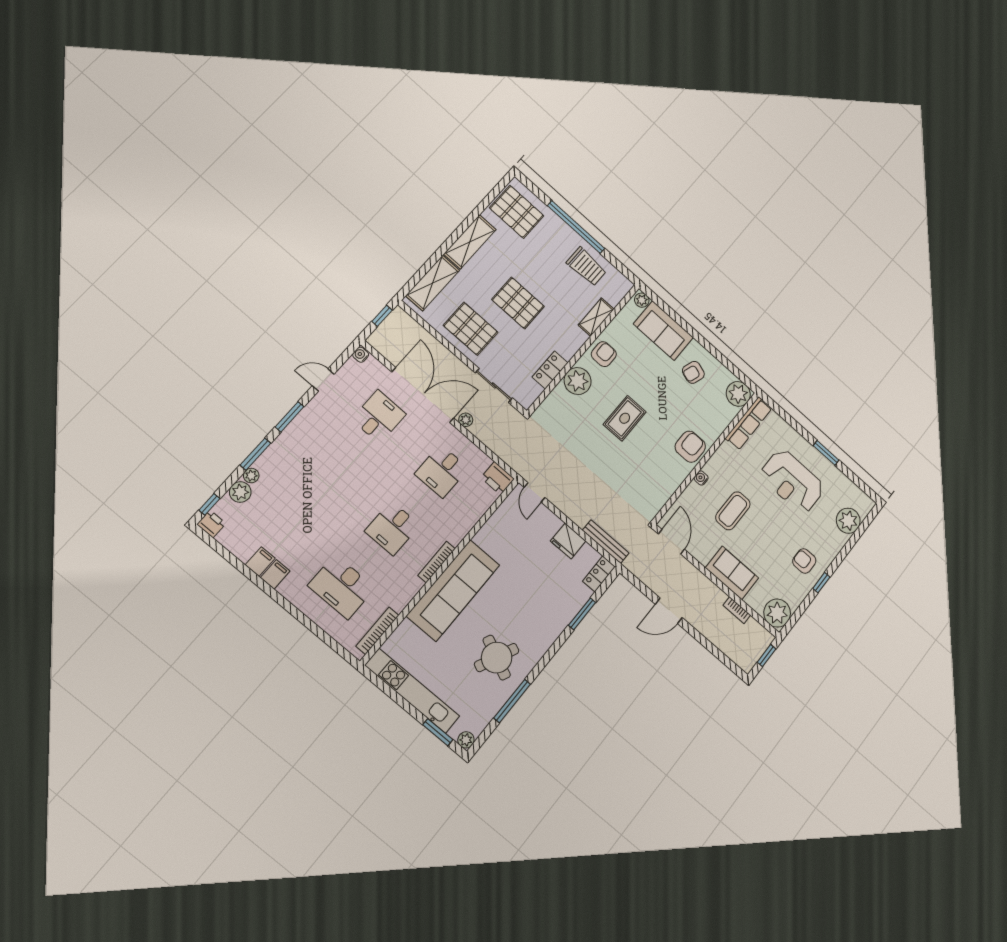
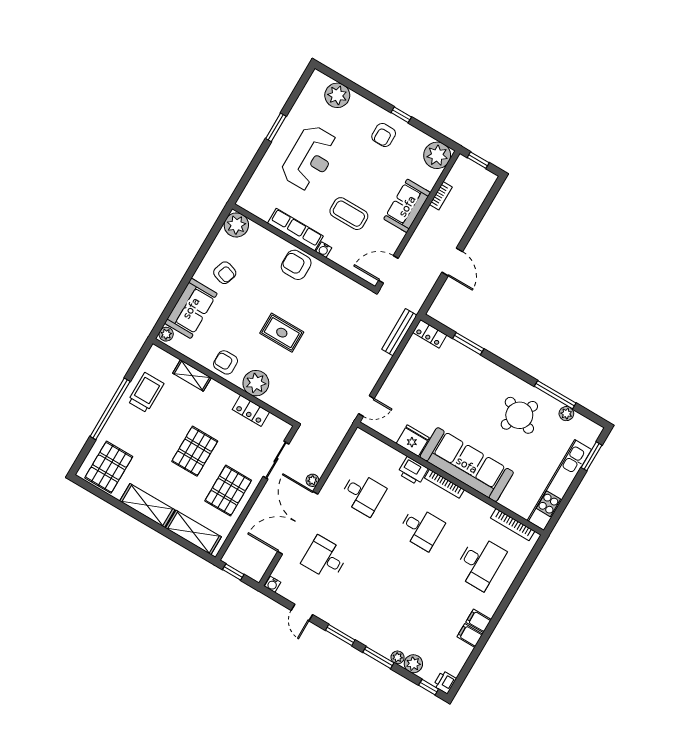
row of seats: (749, 423) -> (295, 230), moved
printer: (498, 478) -> (413, 471), moved, turned 90
fridge: (568, 541) -> (413, 441), moved, turned -90
plant: (466, 740) -> (566, 414), moved

